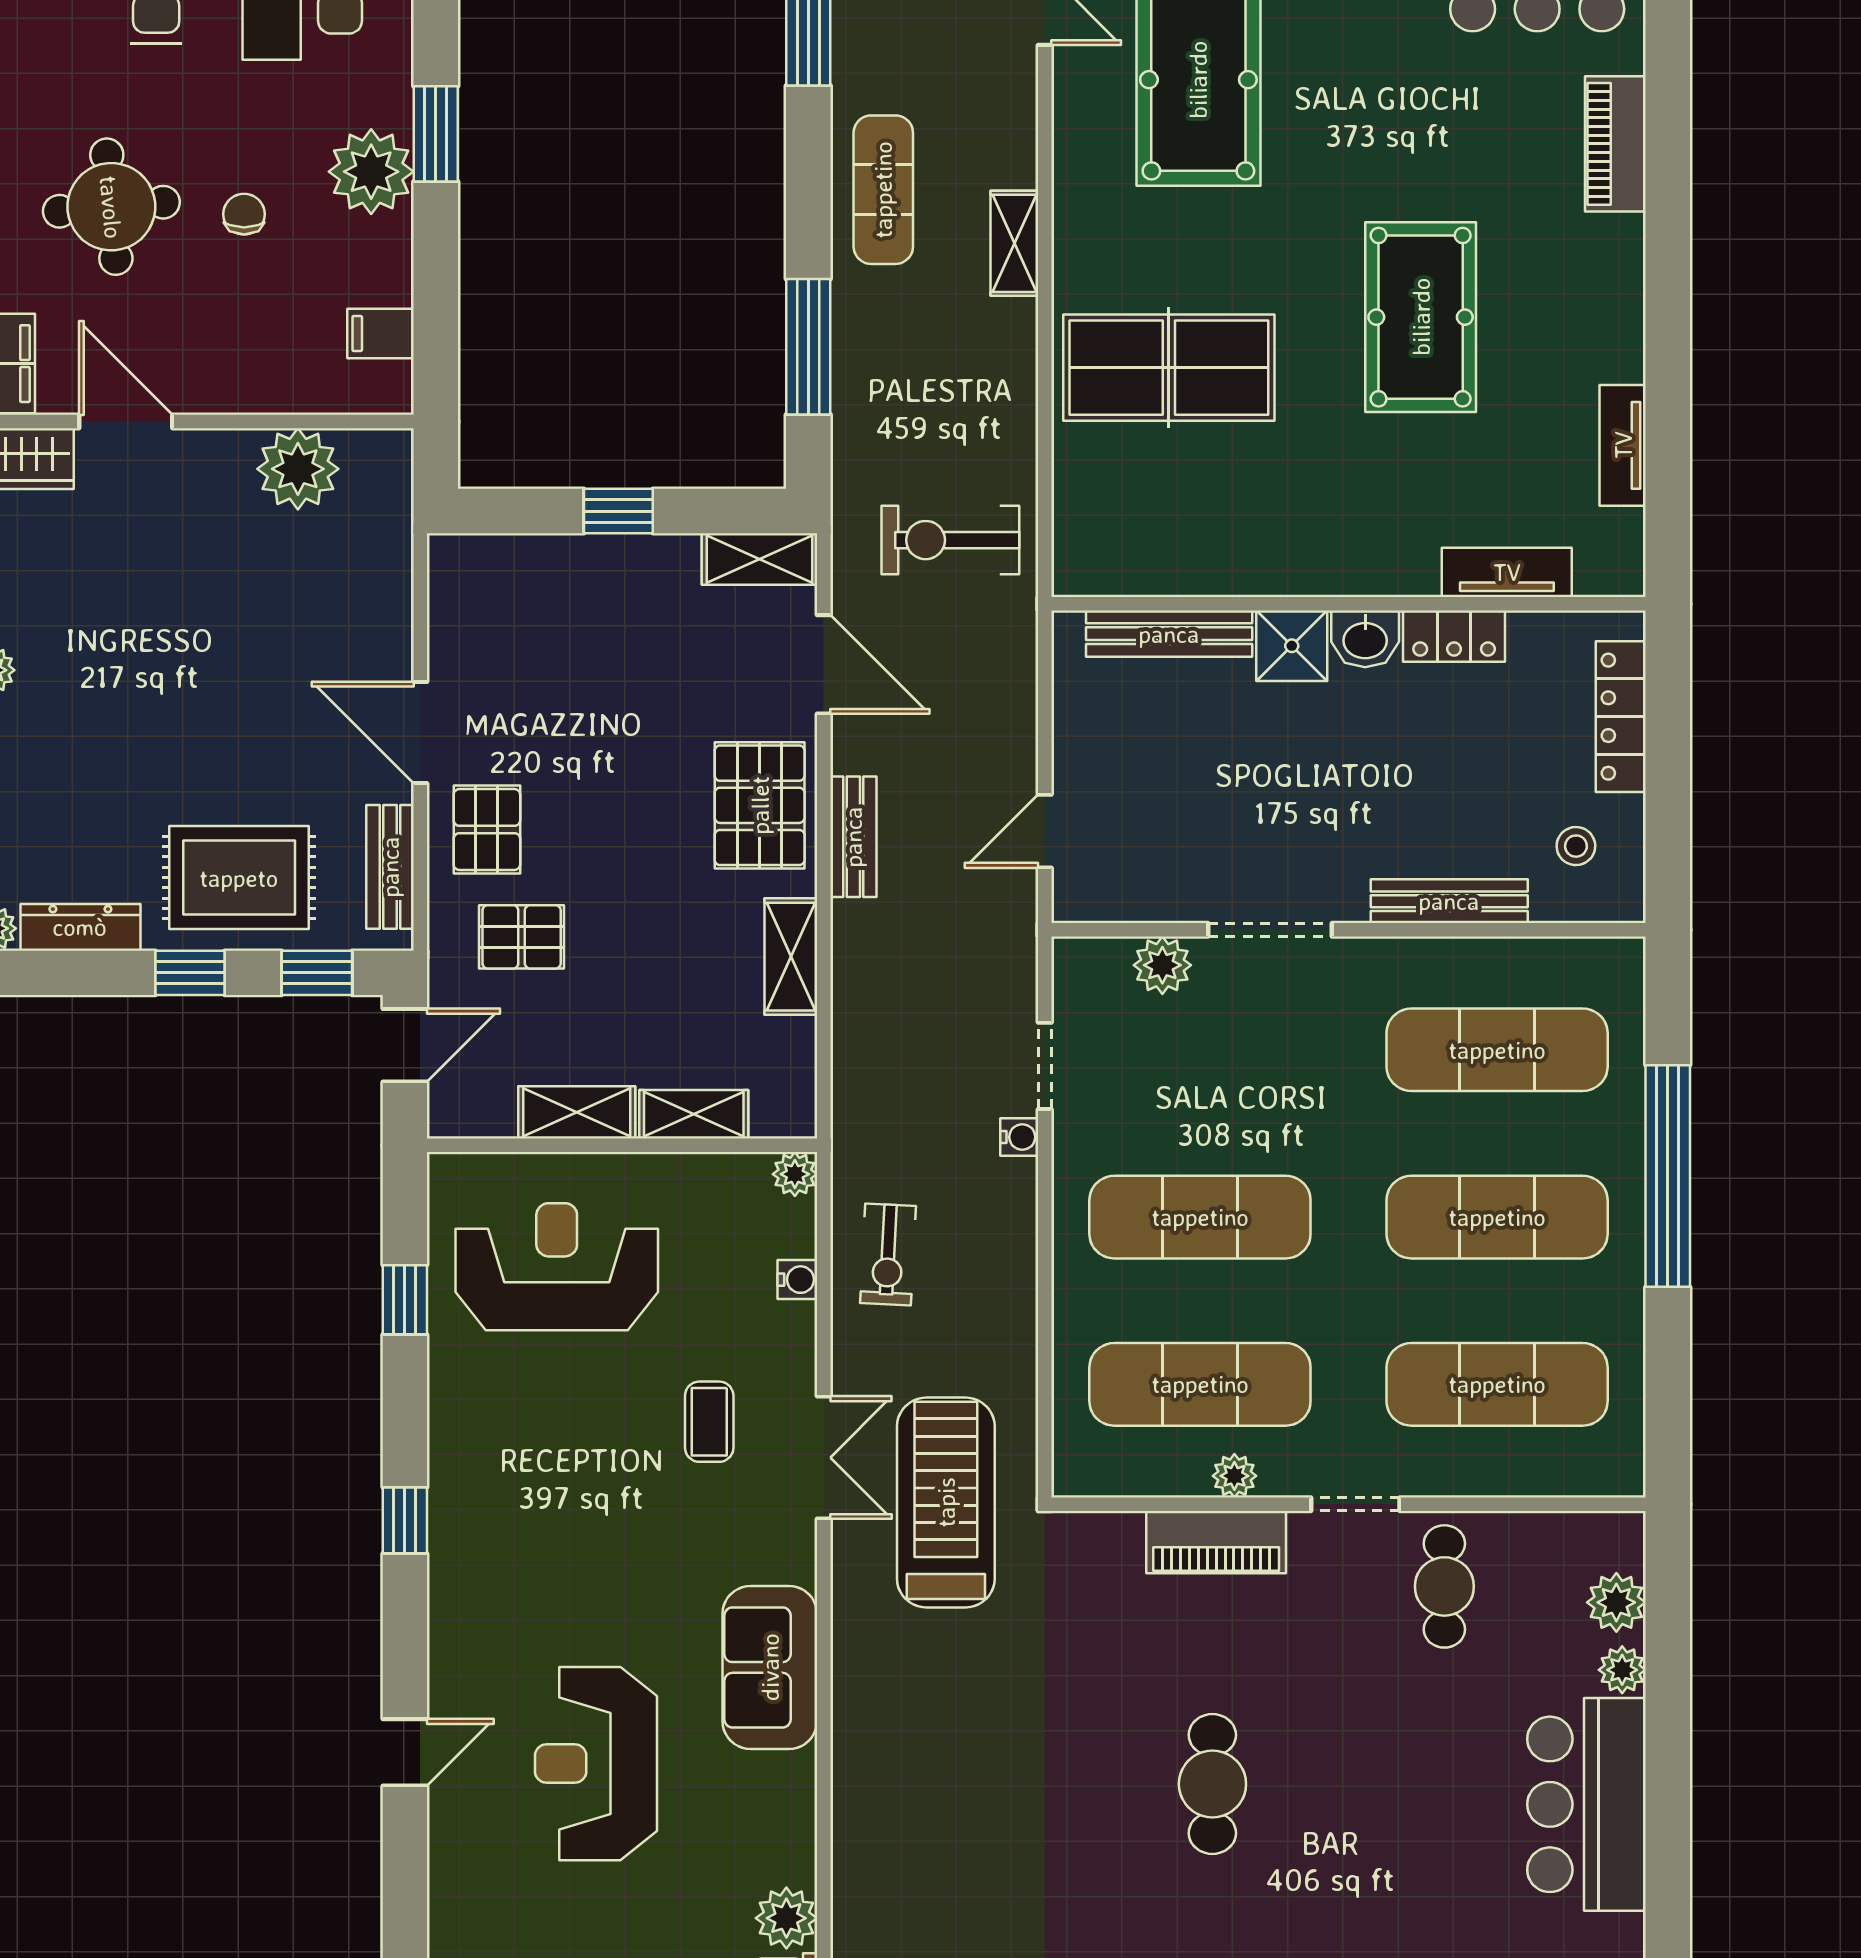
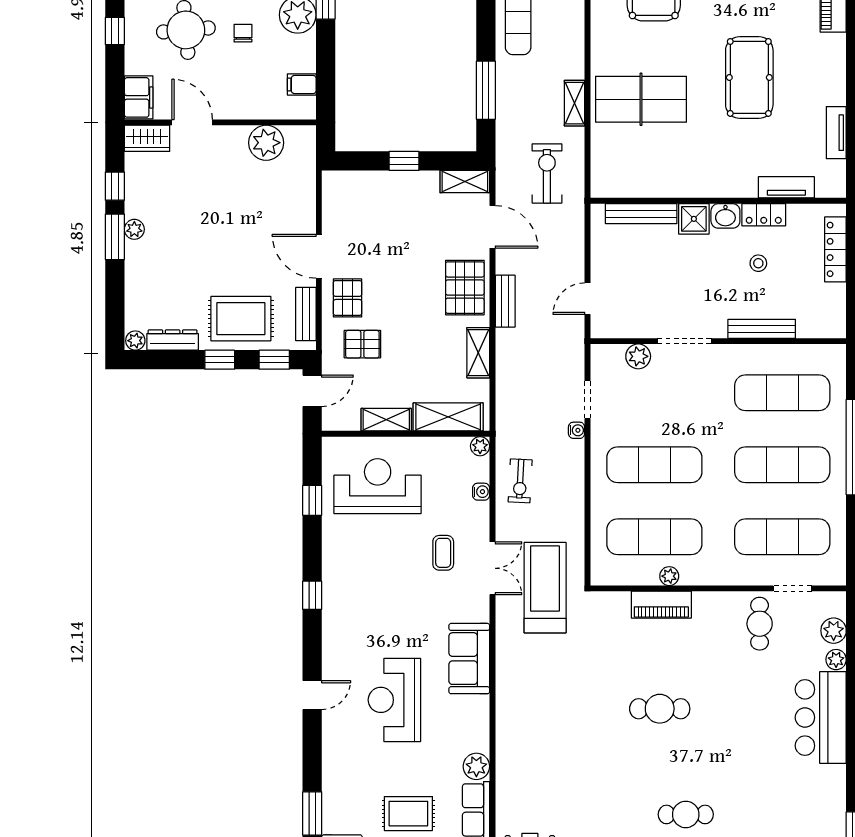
shelving: (1014, 243) -> (574, 103), moved
exercise bike: (950, 540) -> (547, 173), turned 90
stool: (1576, 846) -> (758, 263), moved
shelving: (694, 1114) -> (448, 417), width x1.50, depth x1.33
doorway: (1355, 1504) -> (792, 588), moved
cafe table: (1212, 1784) -> (660, 709), turned 90

